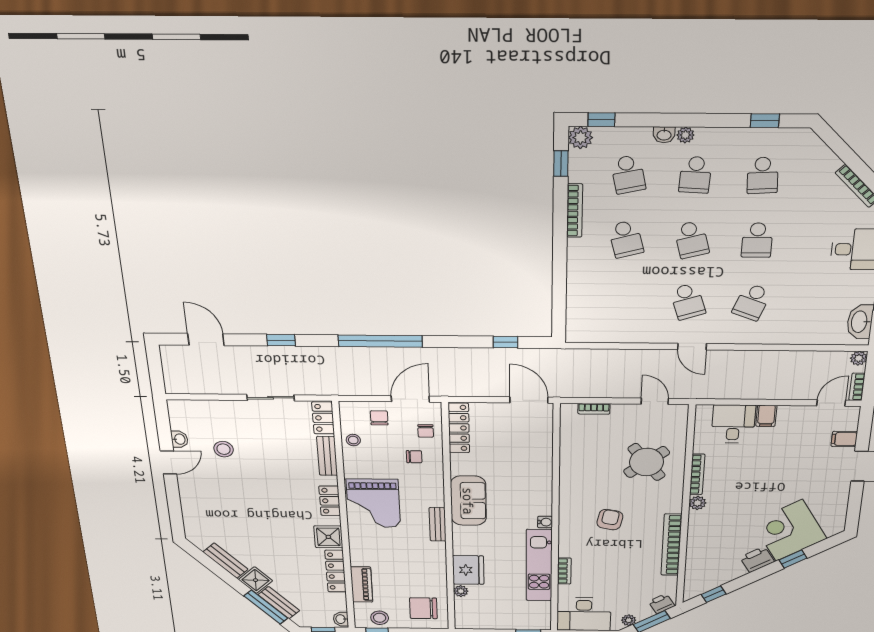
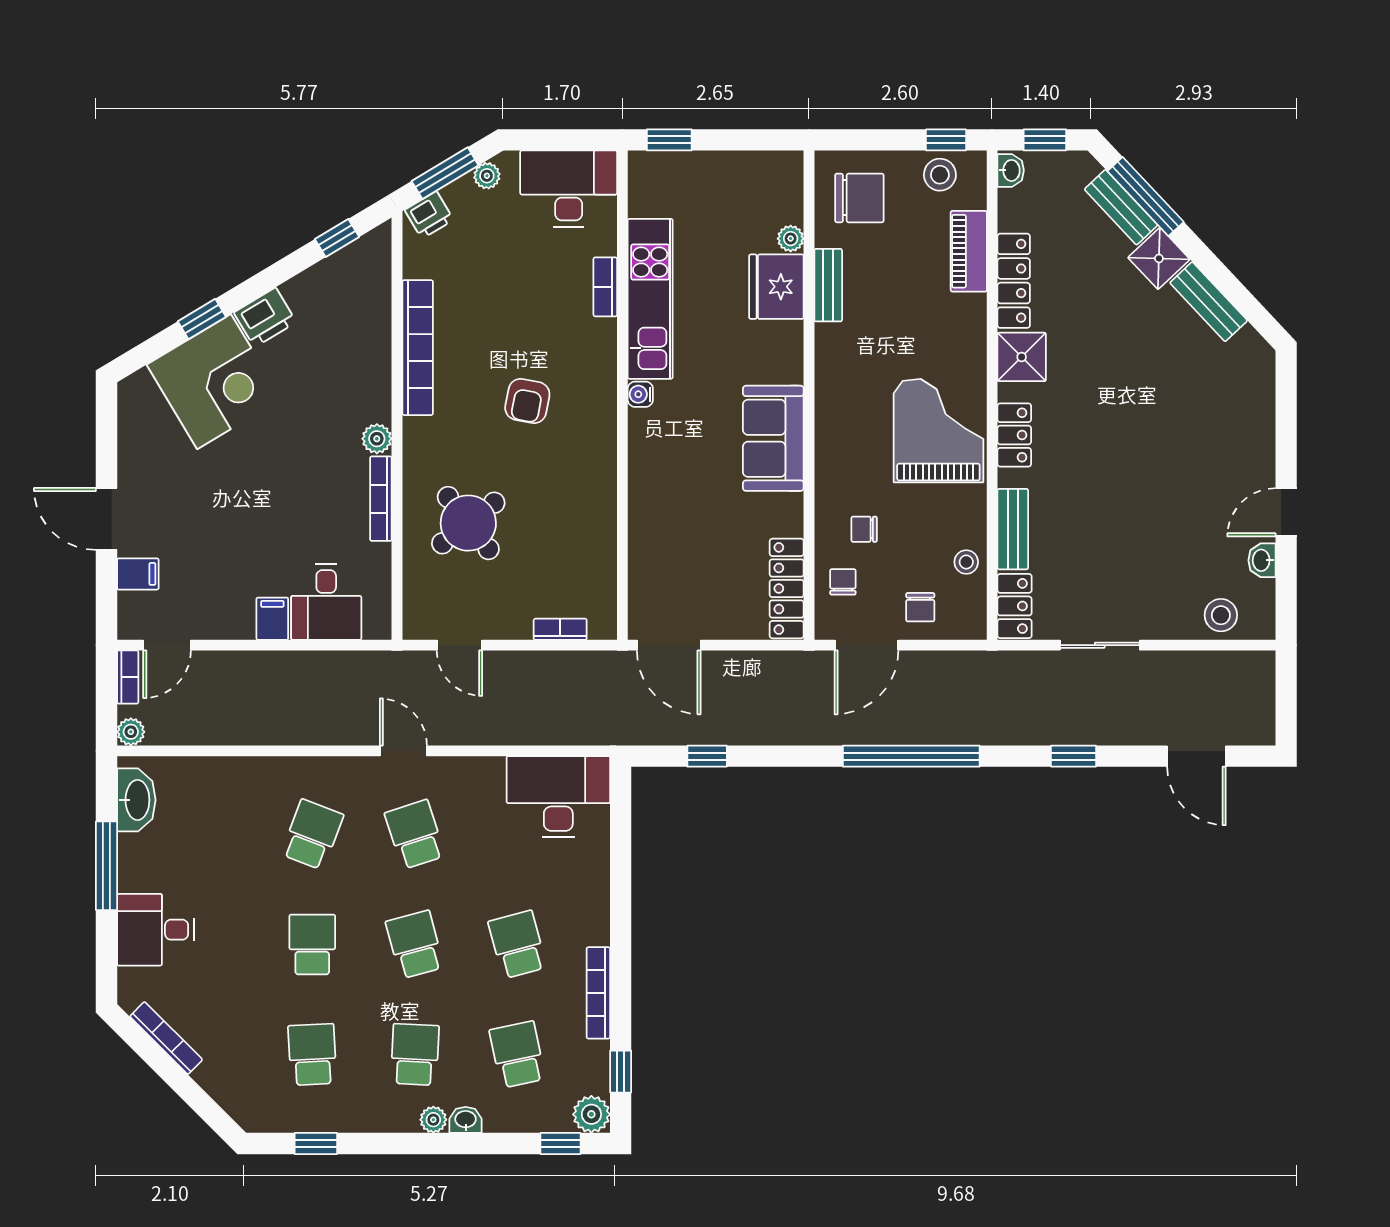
desk: (597, 321) -> (558, 797), added
stool: (224, 449) -> (1221, 615), moved
bench: (438, 524) -> (828, 285), moved

